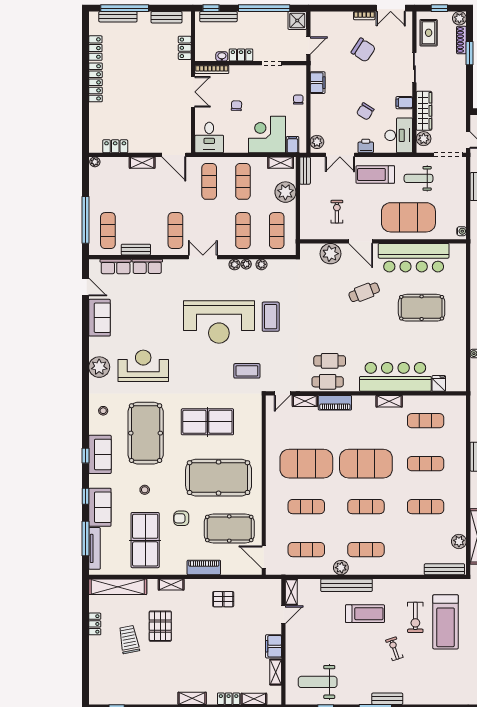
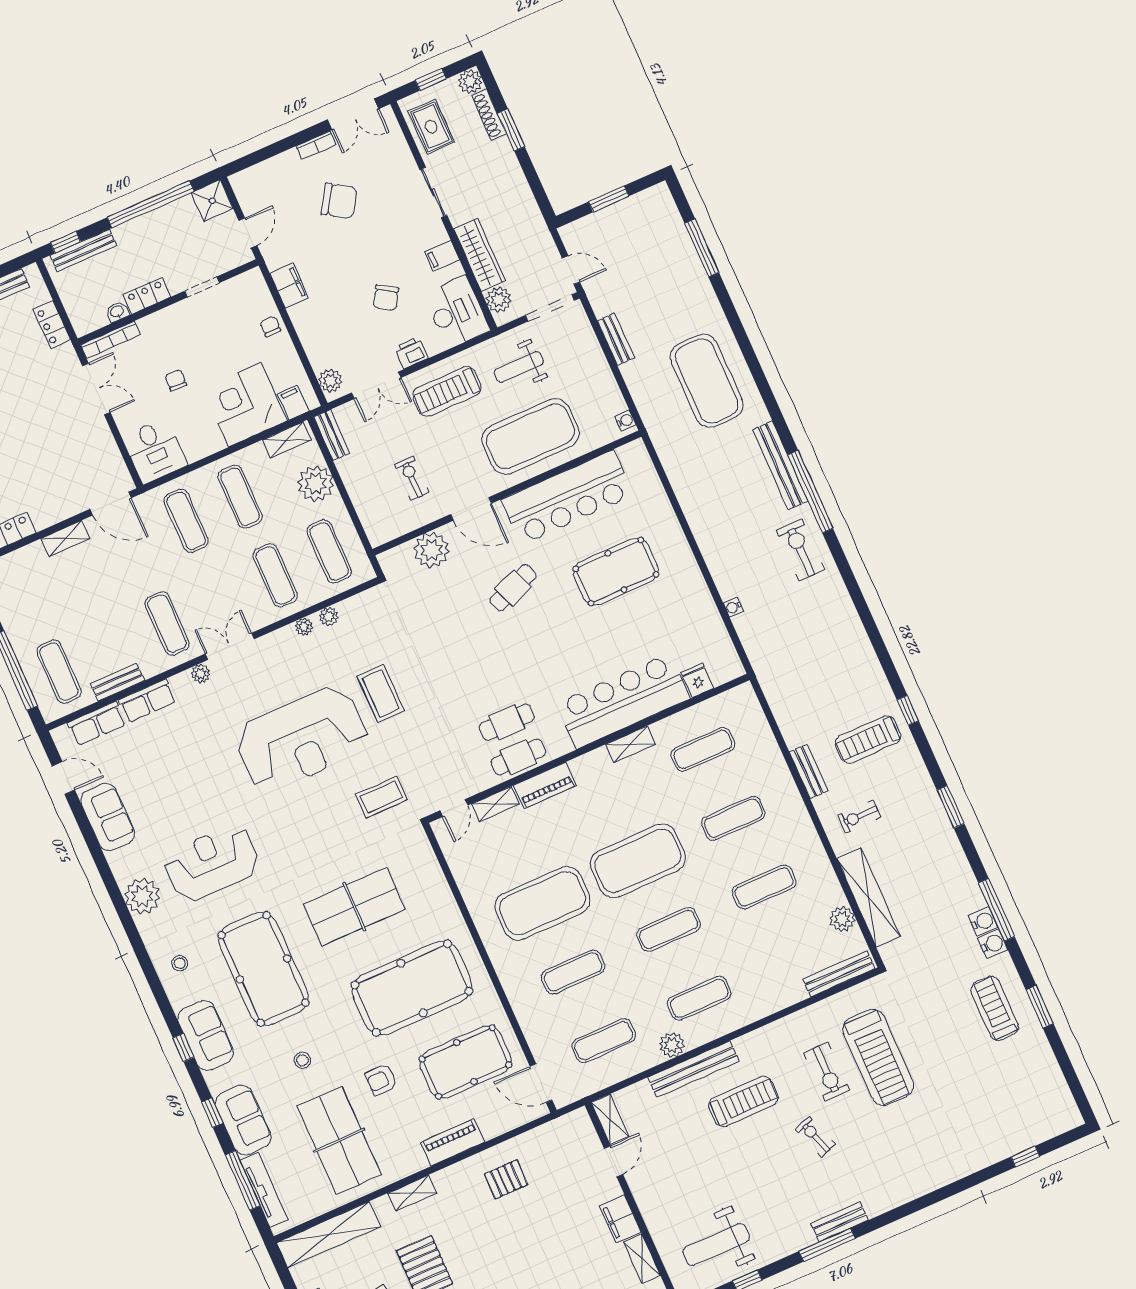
plant: (235, 264) -> (201, 674), moved

